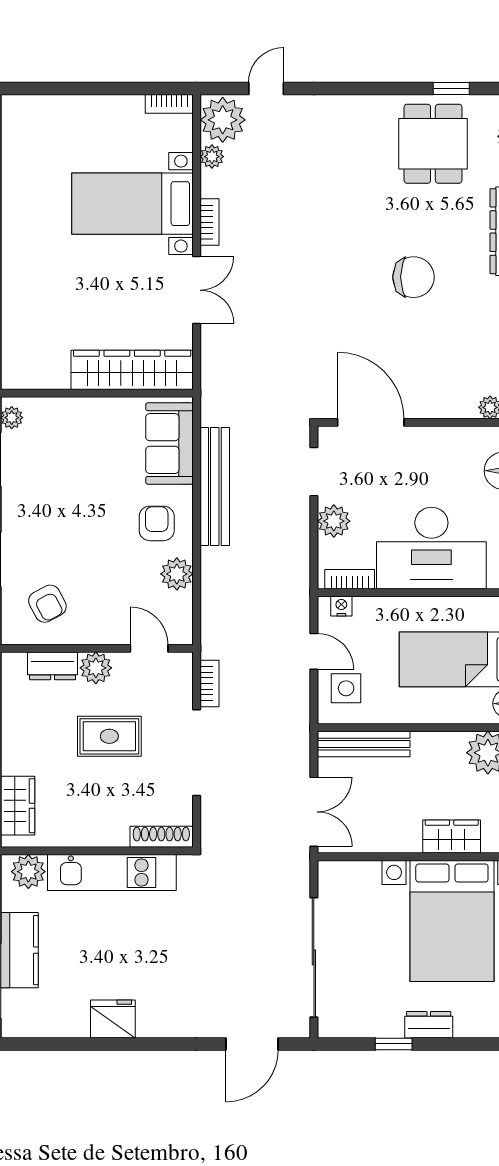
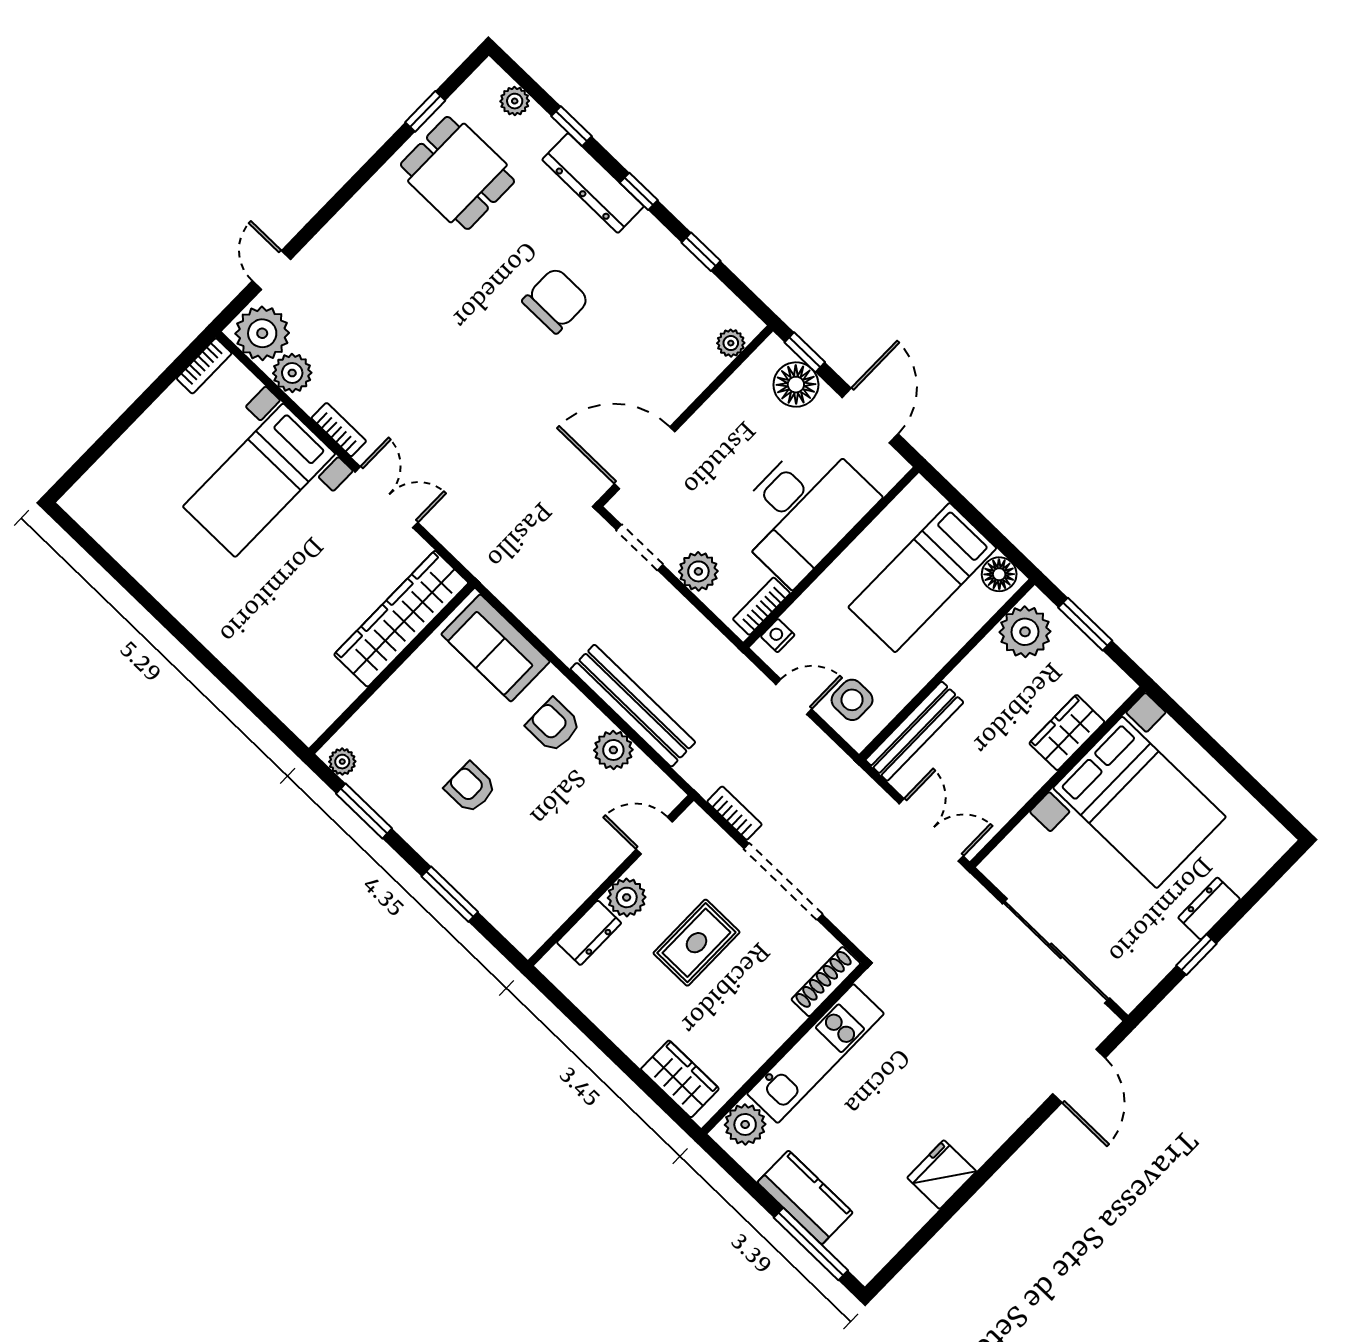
plant: (212, 157) -> (292, 373), width x1.38, depth x1.38
bench: (215, 486) -> (633, 706), moved
armchair: (47, 604) -> (470, 788), moved, turned -152

